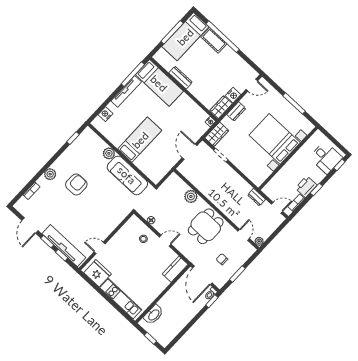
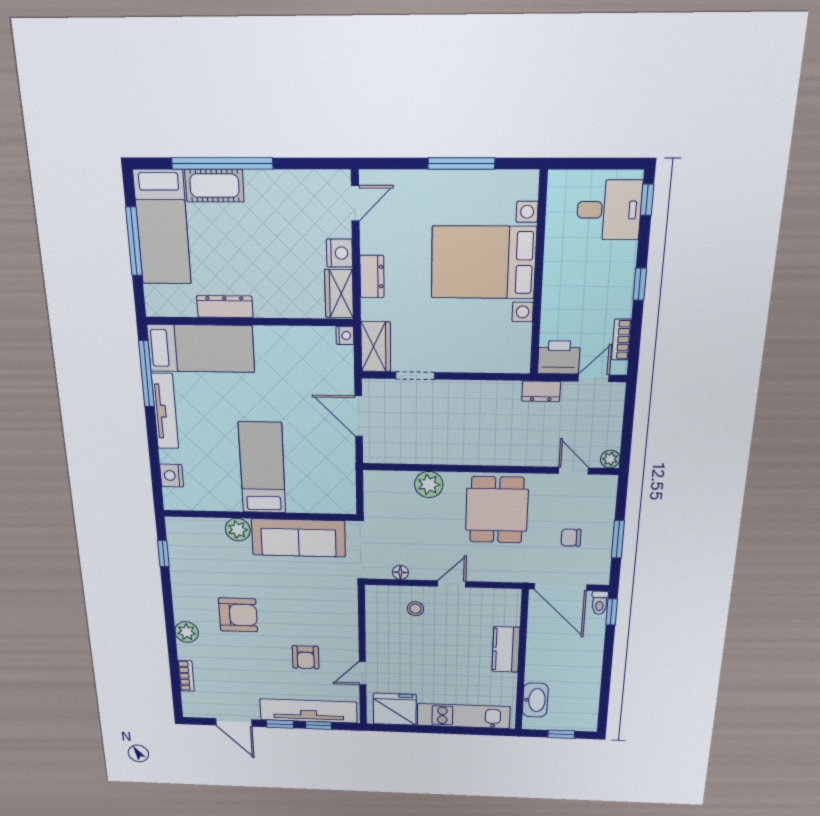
armchair: (76, 184) -> (238, 615), turned 90
printer: (306, 187) -> (559, 357), moved, turned 90
armchair: (85, 223) -> (306, 657), added
kitchen counter: (175, 269) -> (506, 649), moved

